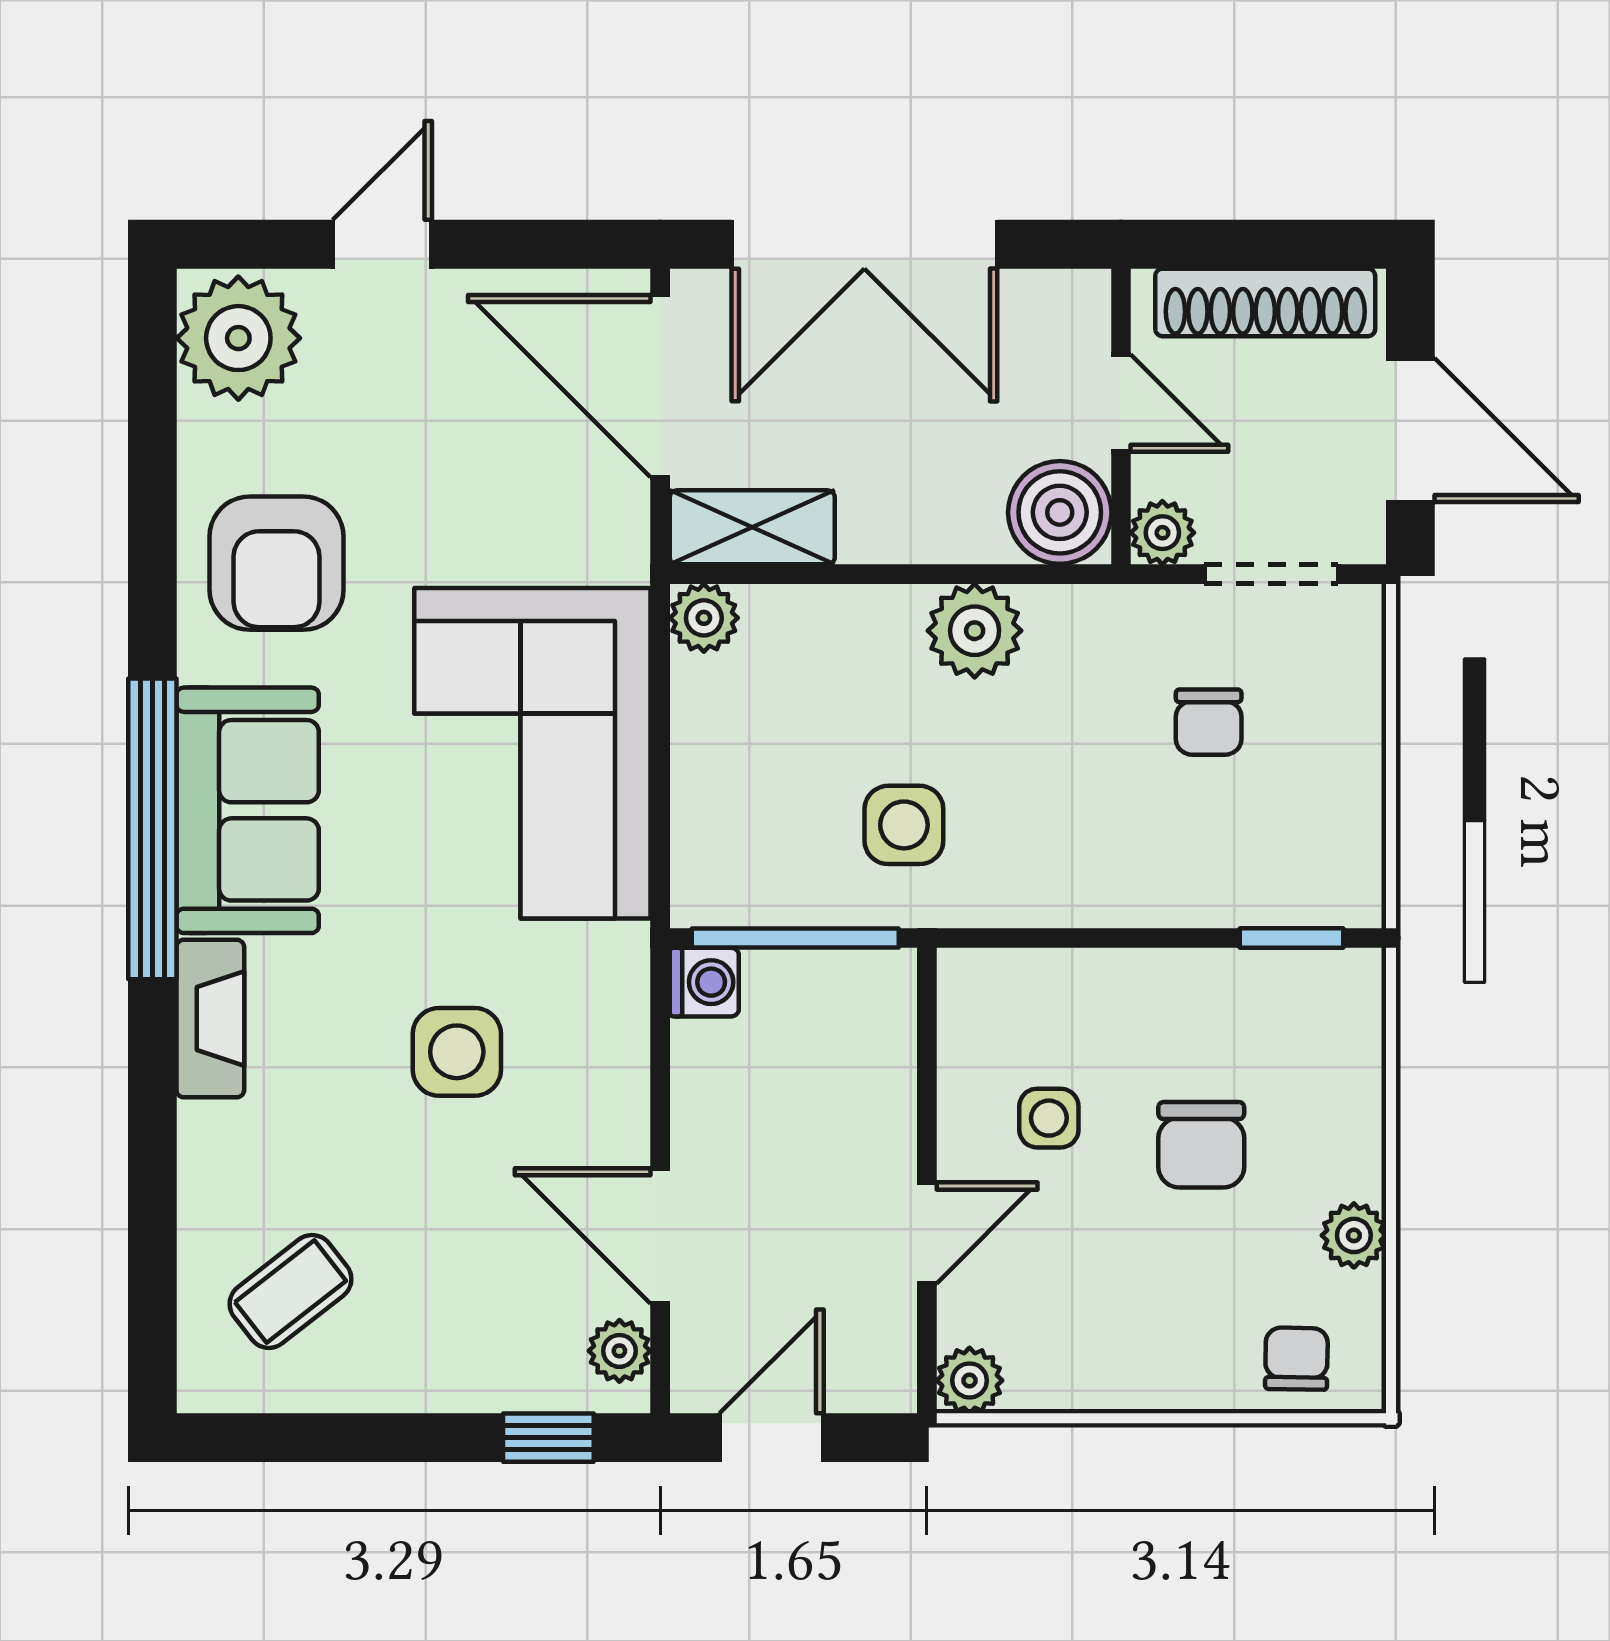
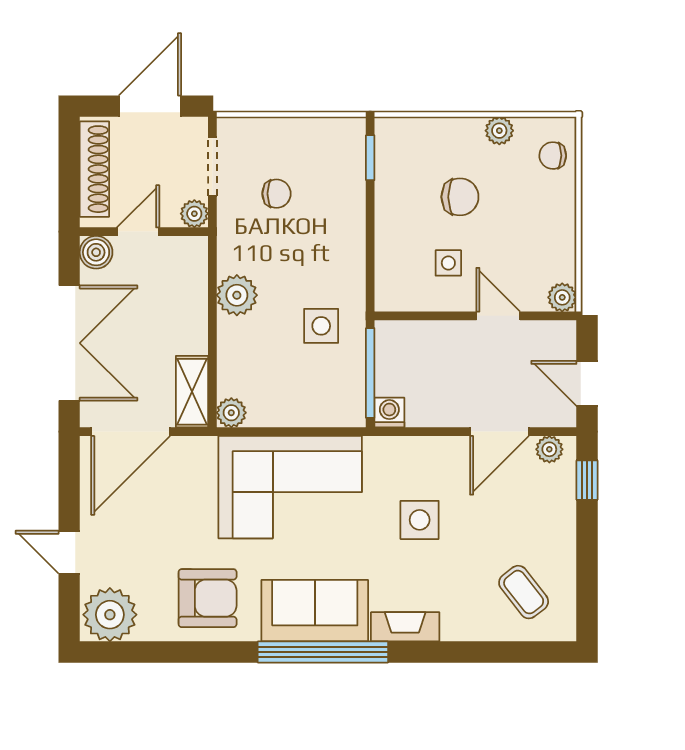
boiler: (1060, 512) -> (96, 252), moved, width x0.73, depth x0.73

